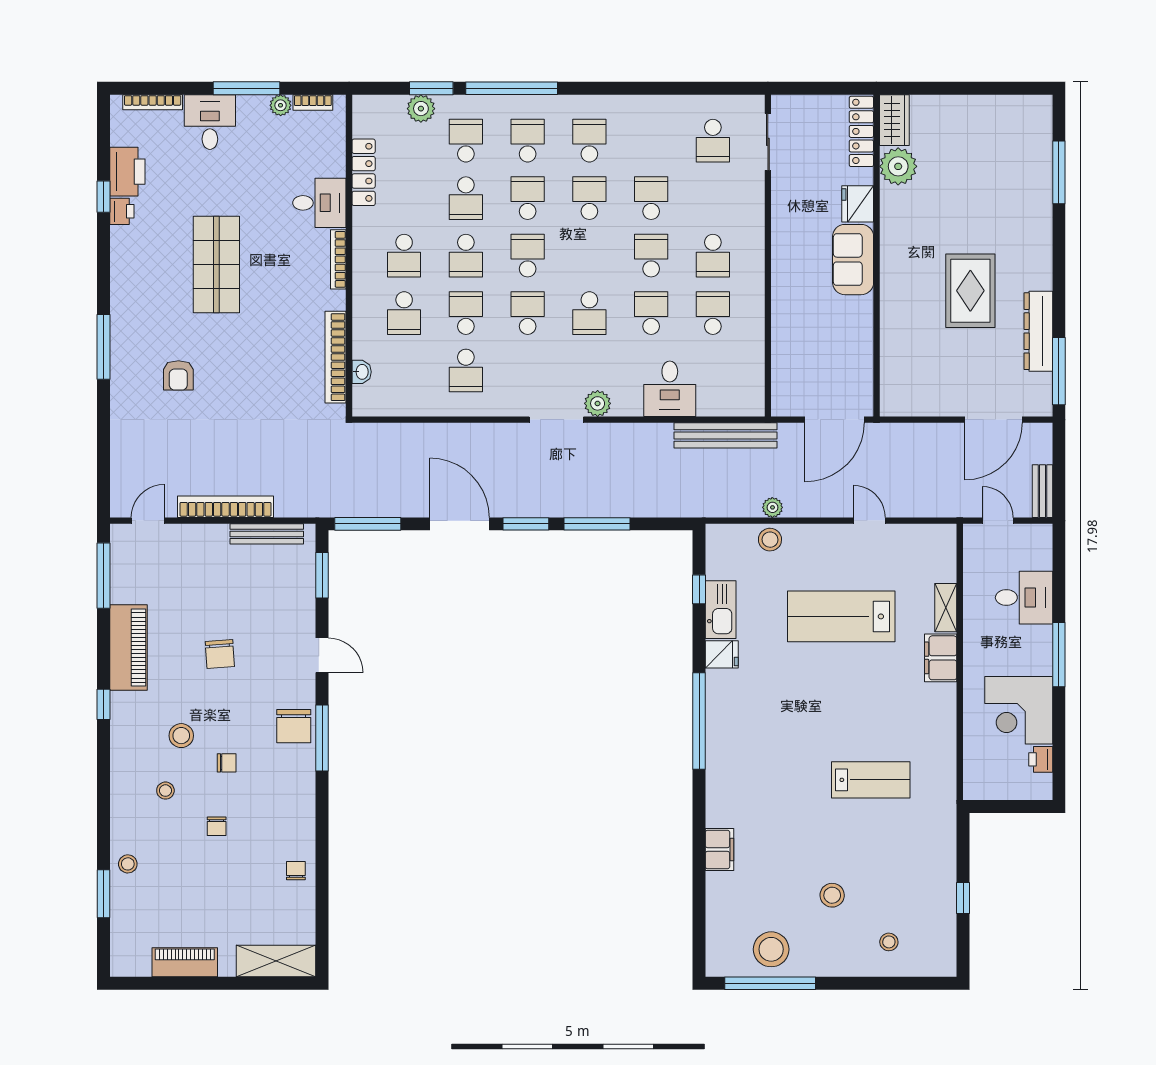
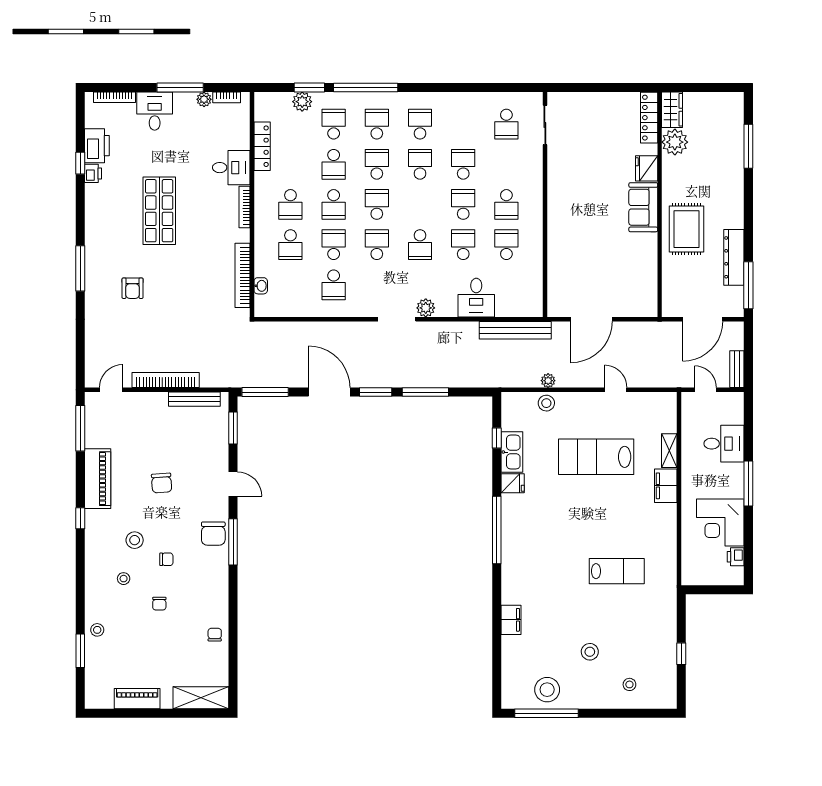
wardrobe: (894, 120) -> (672, 110), moved
locker: (861, 131) -> (649, 118), moved
plant: (898, 166) -> (675, 142), moved
fridge: (858, 204) -> (647, 168), moved
wall: (876, 256) -> (660, 204), moved
sofa: (853, 260) -> (643, 207), moved

